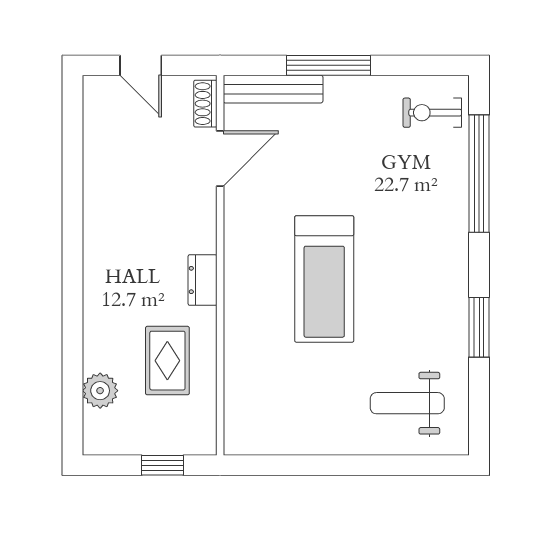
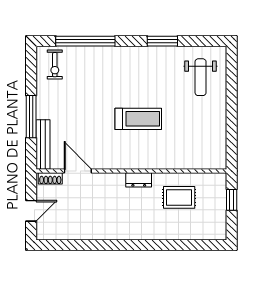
treadmill: (324, 279) -> (138, 119), width x0.73, depth x0.73
plant: (100, 391) -> (194, 231), removed

